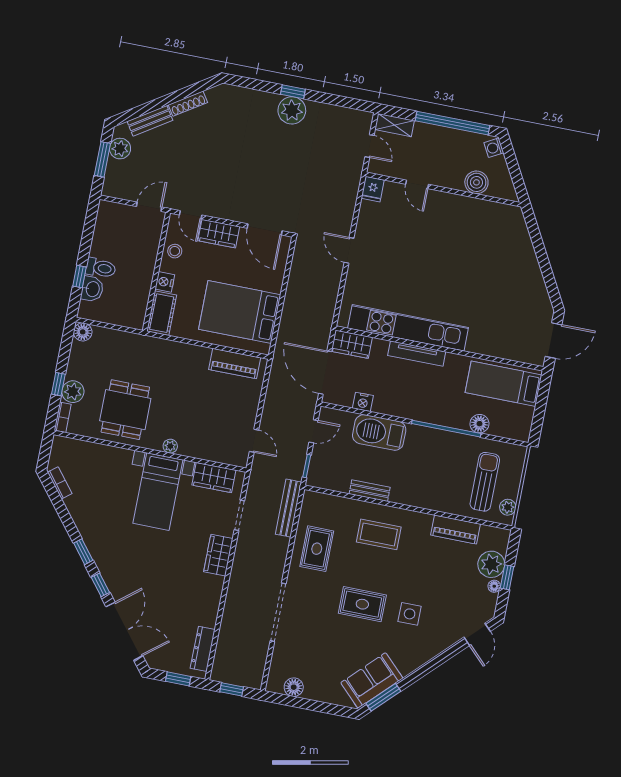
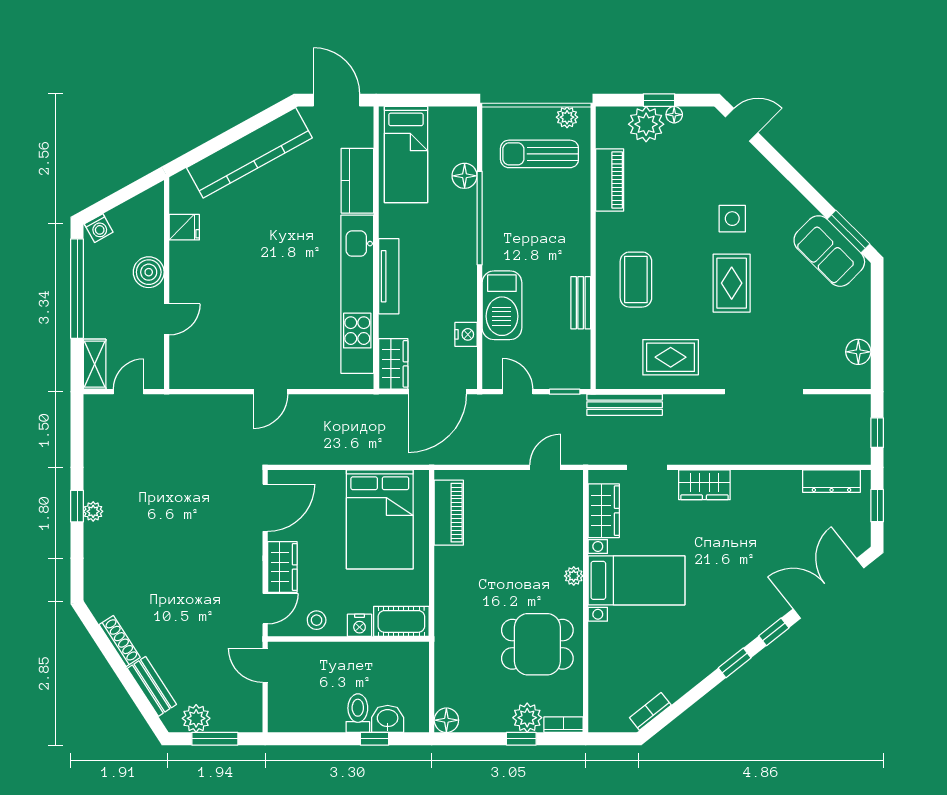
plant: (292, 110) -> (93, 511), width x0.53, depth x0.53
boiler: (476, 182) -> (149, 272), moved
fridge: (373, 189) -> (184, 227), moved
kitchen counter: (527, 269) -> (249, 153), added
kitchen counter: (491, 344) -> (357, 181), added

